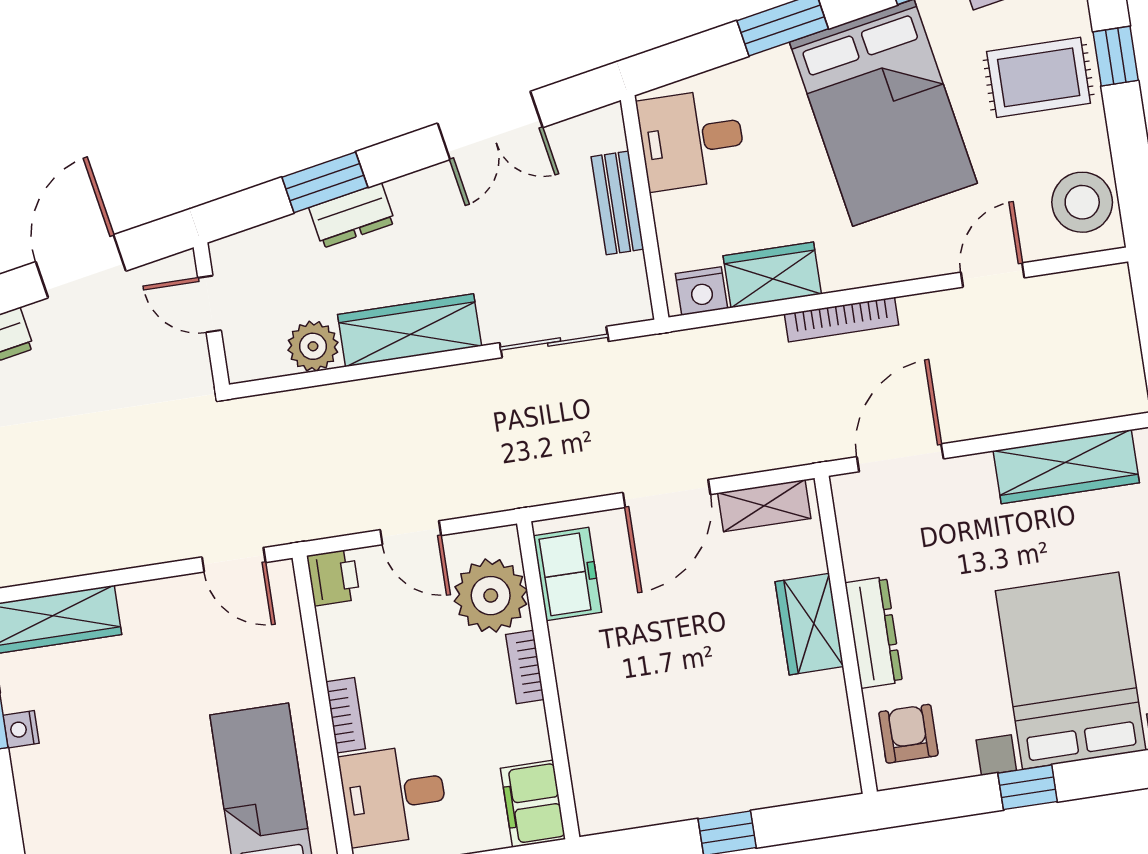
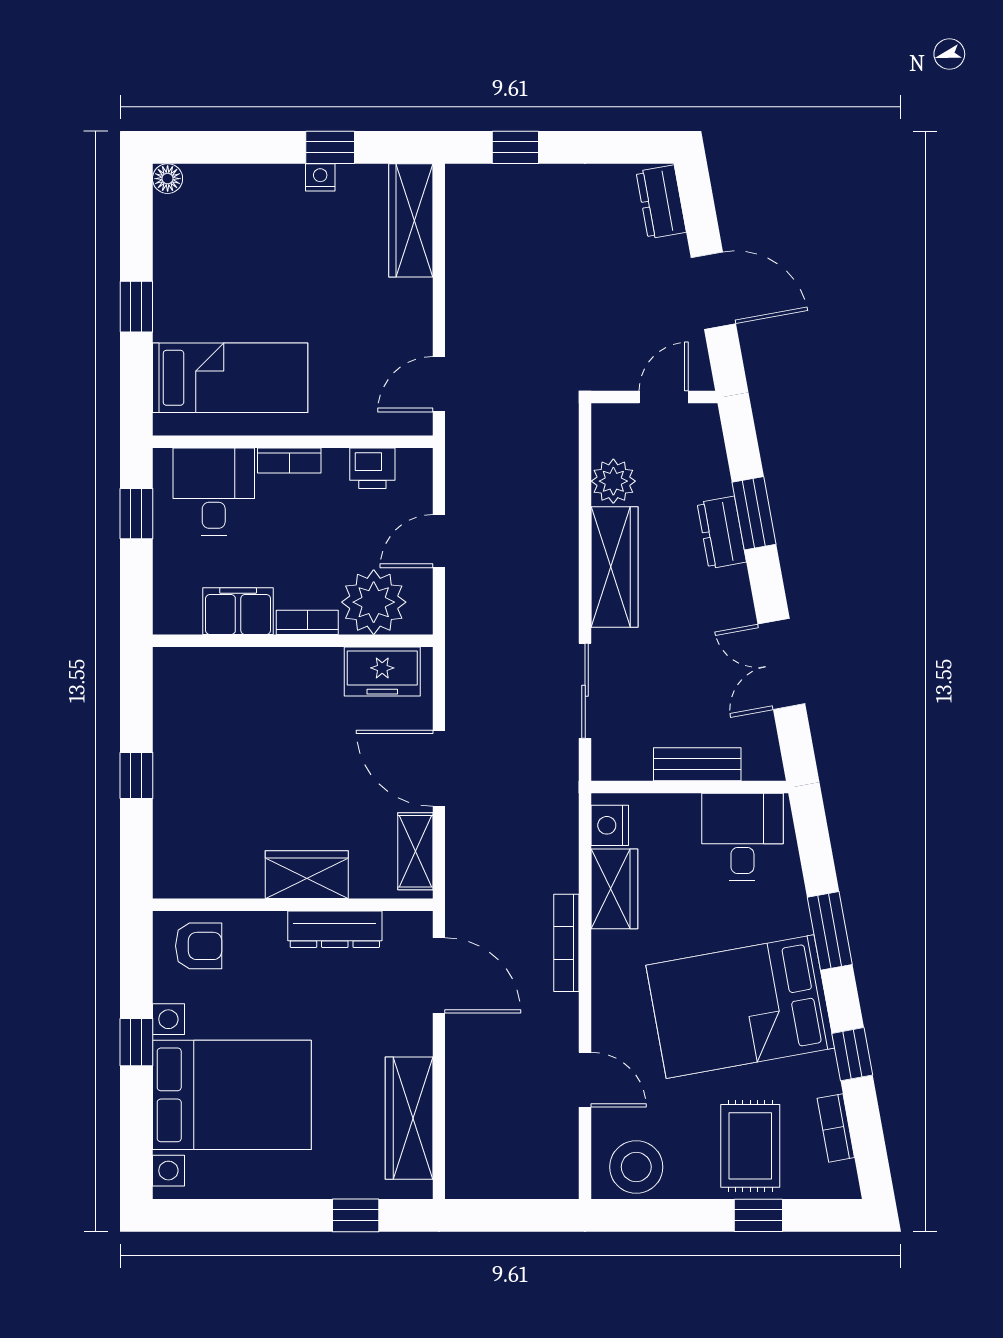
printer: (333, 577) -> (372, 468), moved
dresser: (874, 632) -> (335, 929), moved
filing cabinet: (533, 804) -> (238, 611), moved

